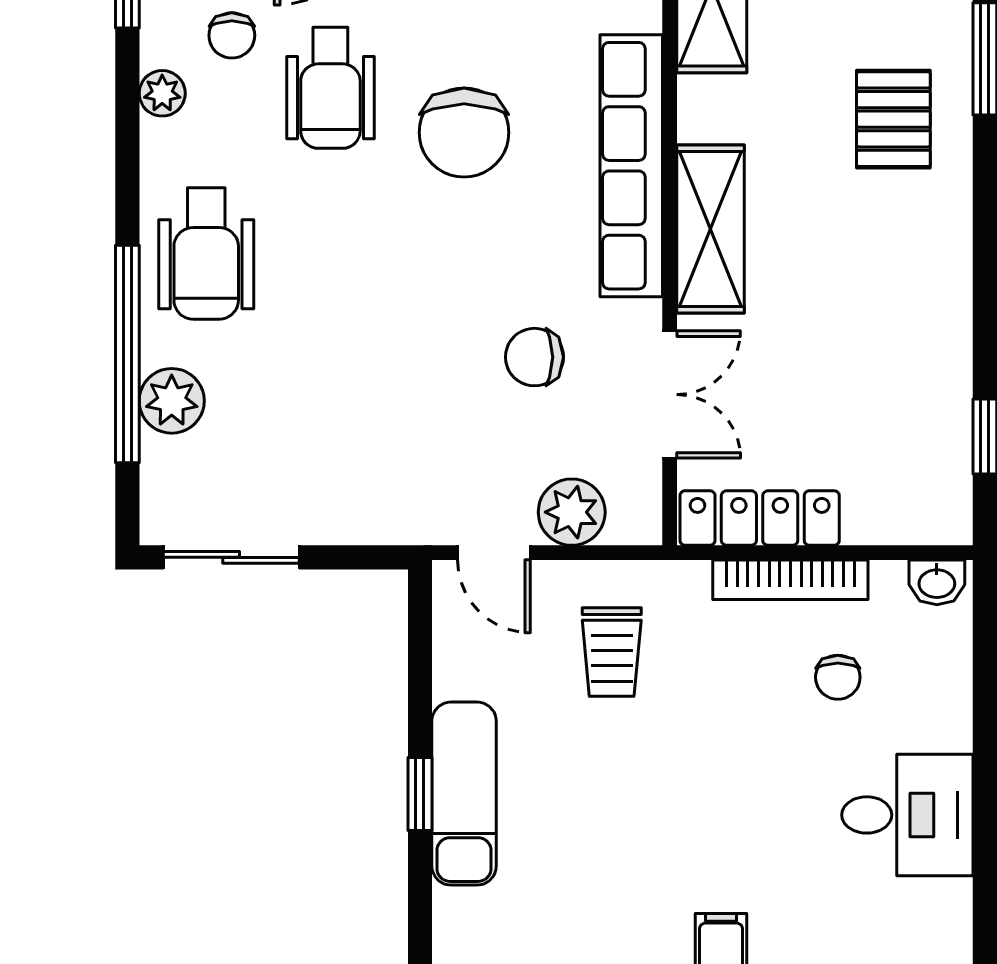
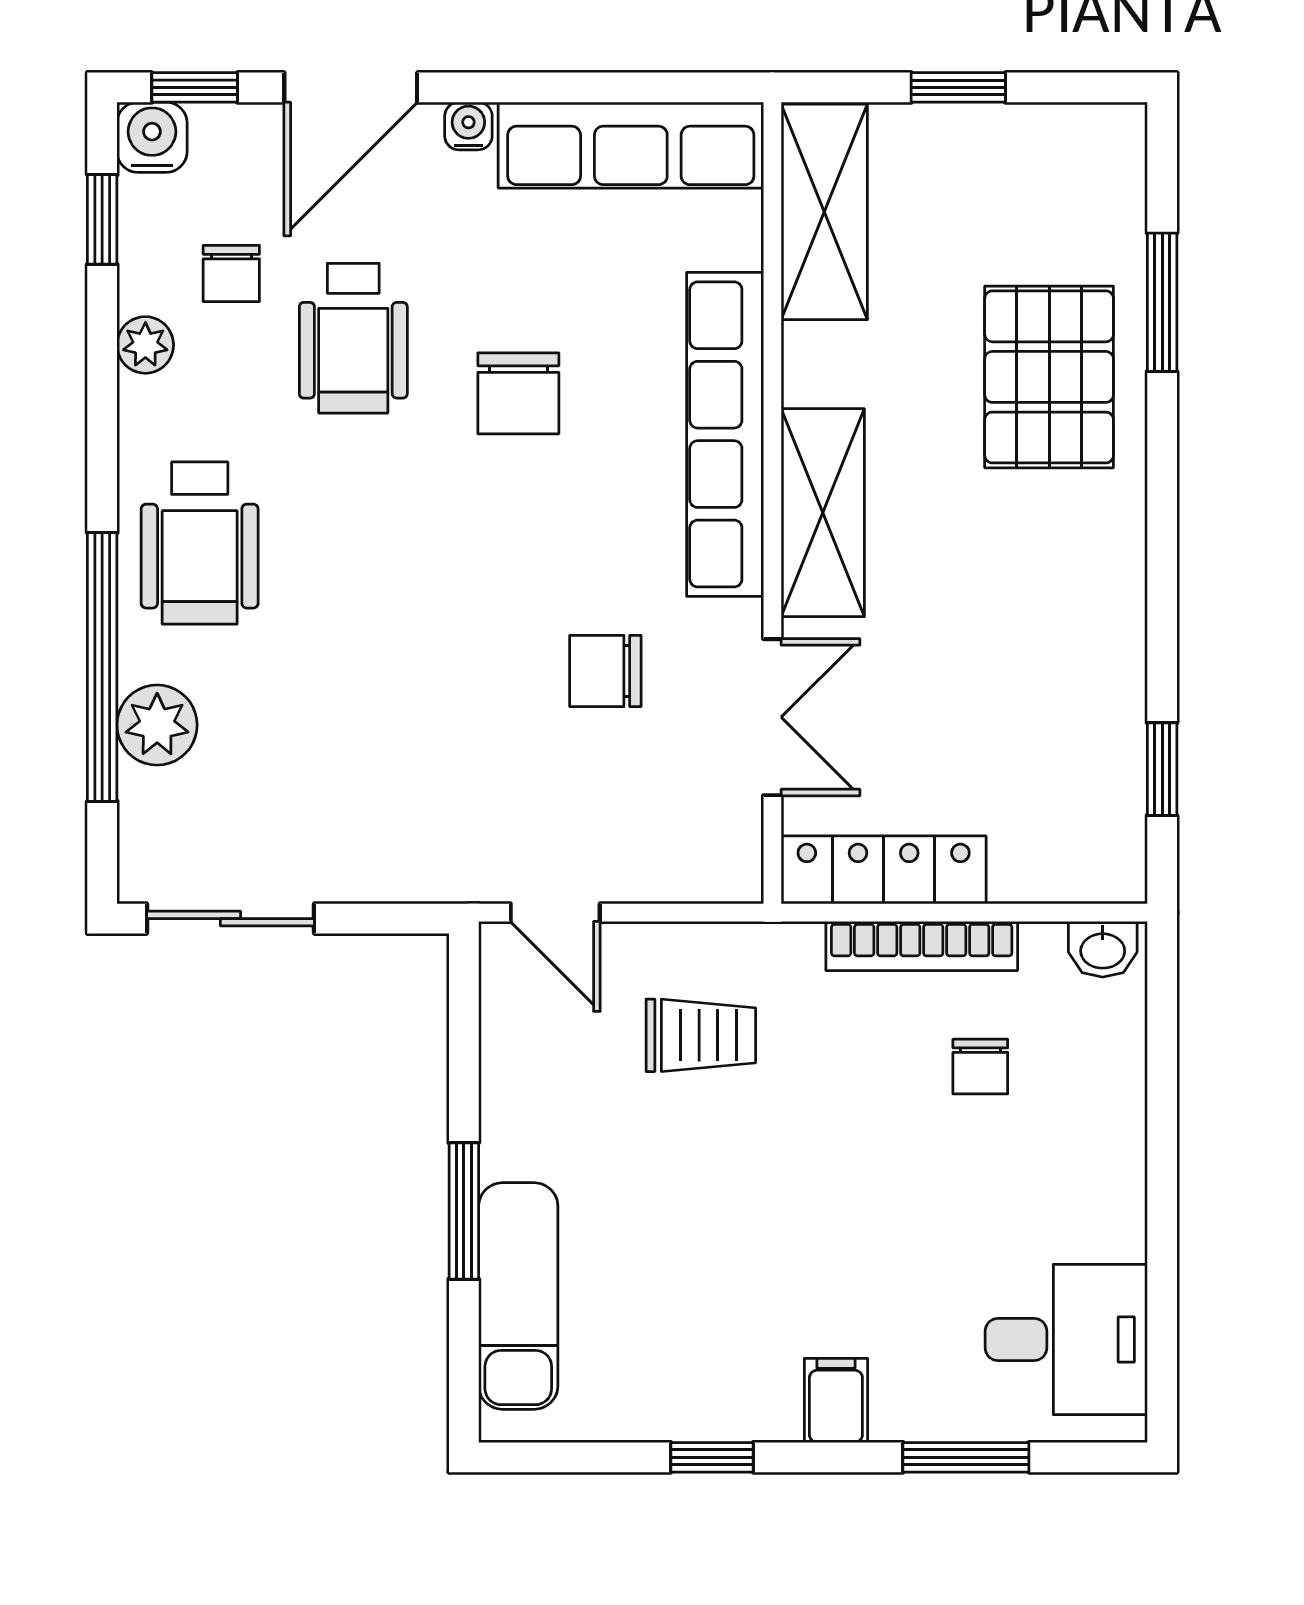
pallet: (893, 119) -> (1049, 377), width x1.50, depth x1.42
chair: (464, 132) -> (518, 393), width x0.73, depth x0.73
plant: (572, 512) -> (651, 863), removed
trolley: (612, 652) -> (701, 1035), turned -90
window: (420, 794) -> (464, 1211), width x1.50
exam couch: (464, 794) -> (518, 1296), moved
desk: (907, 815) -> (1066, 1340), moved

